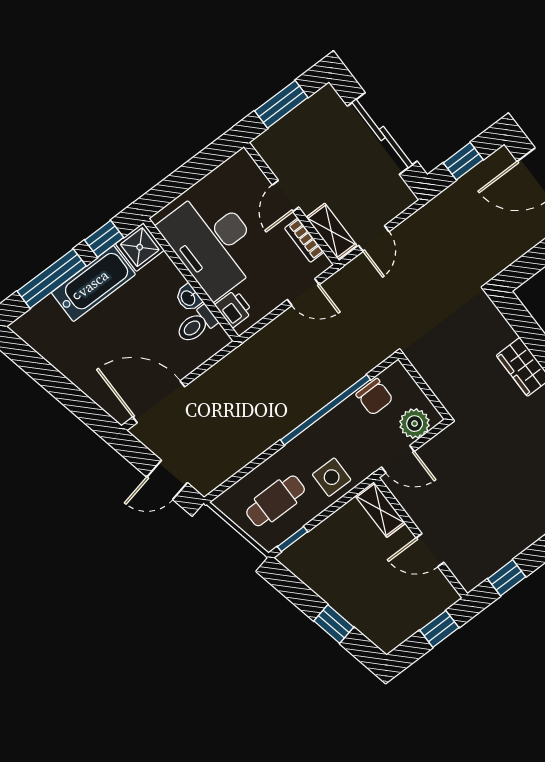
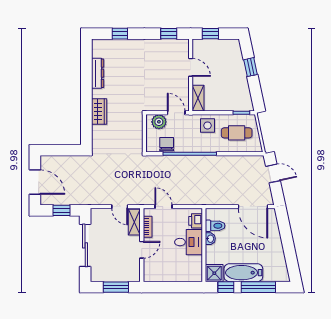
door: (374, 239) -> (120, 207), swing flipped
desk: (213, 243) -> (188, 242), width x0.53, depth x0.77

